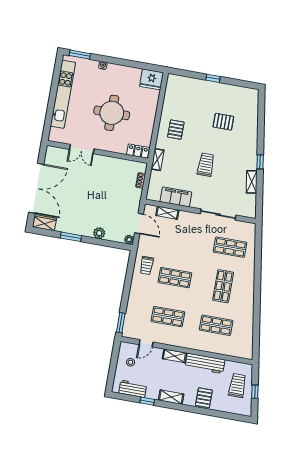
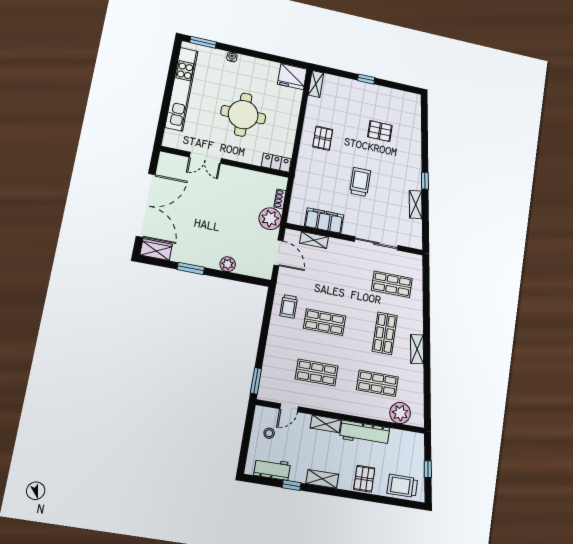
shelving: (158, 160) -> (316, 84), moved
plant: (129, 240) -> (270, 219), moved, width x1.88, depth x1.88
shelving: (249, 299) -> (417, 349), added
plant: (234, 348) -> (400, 413), added
trolley: (237, 385) -> (402, 486), moved, turned -90

